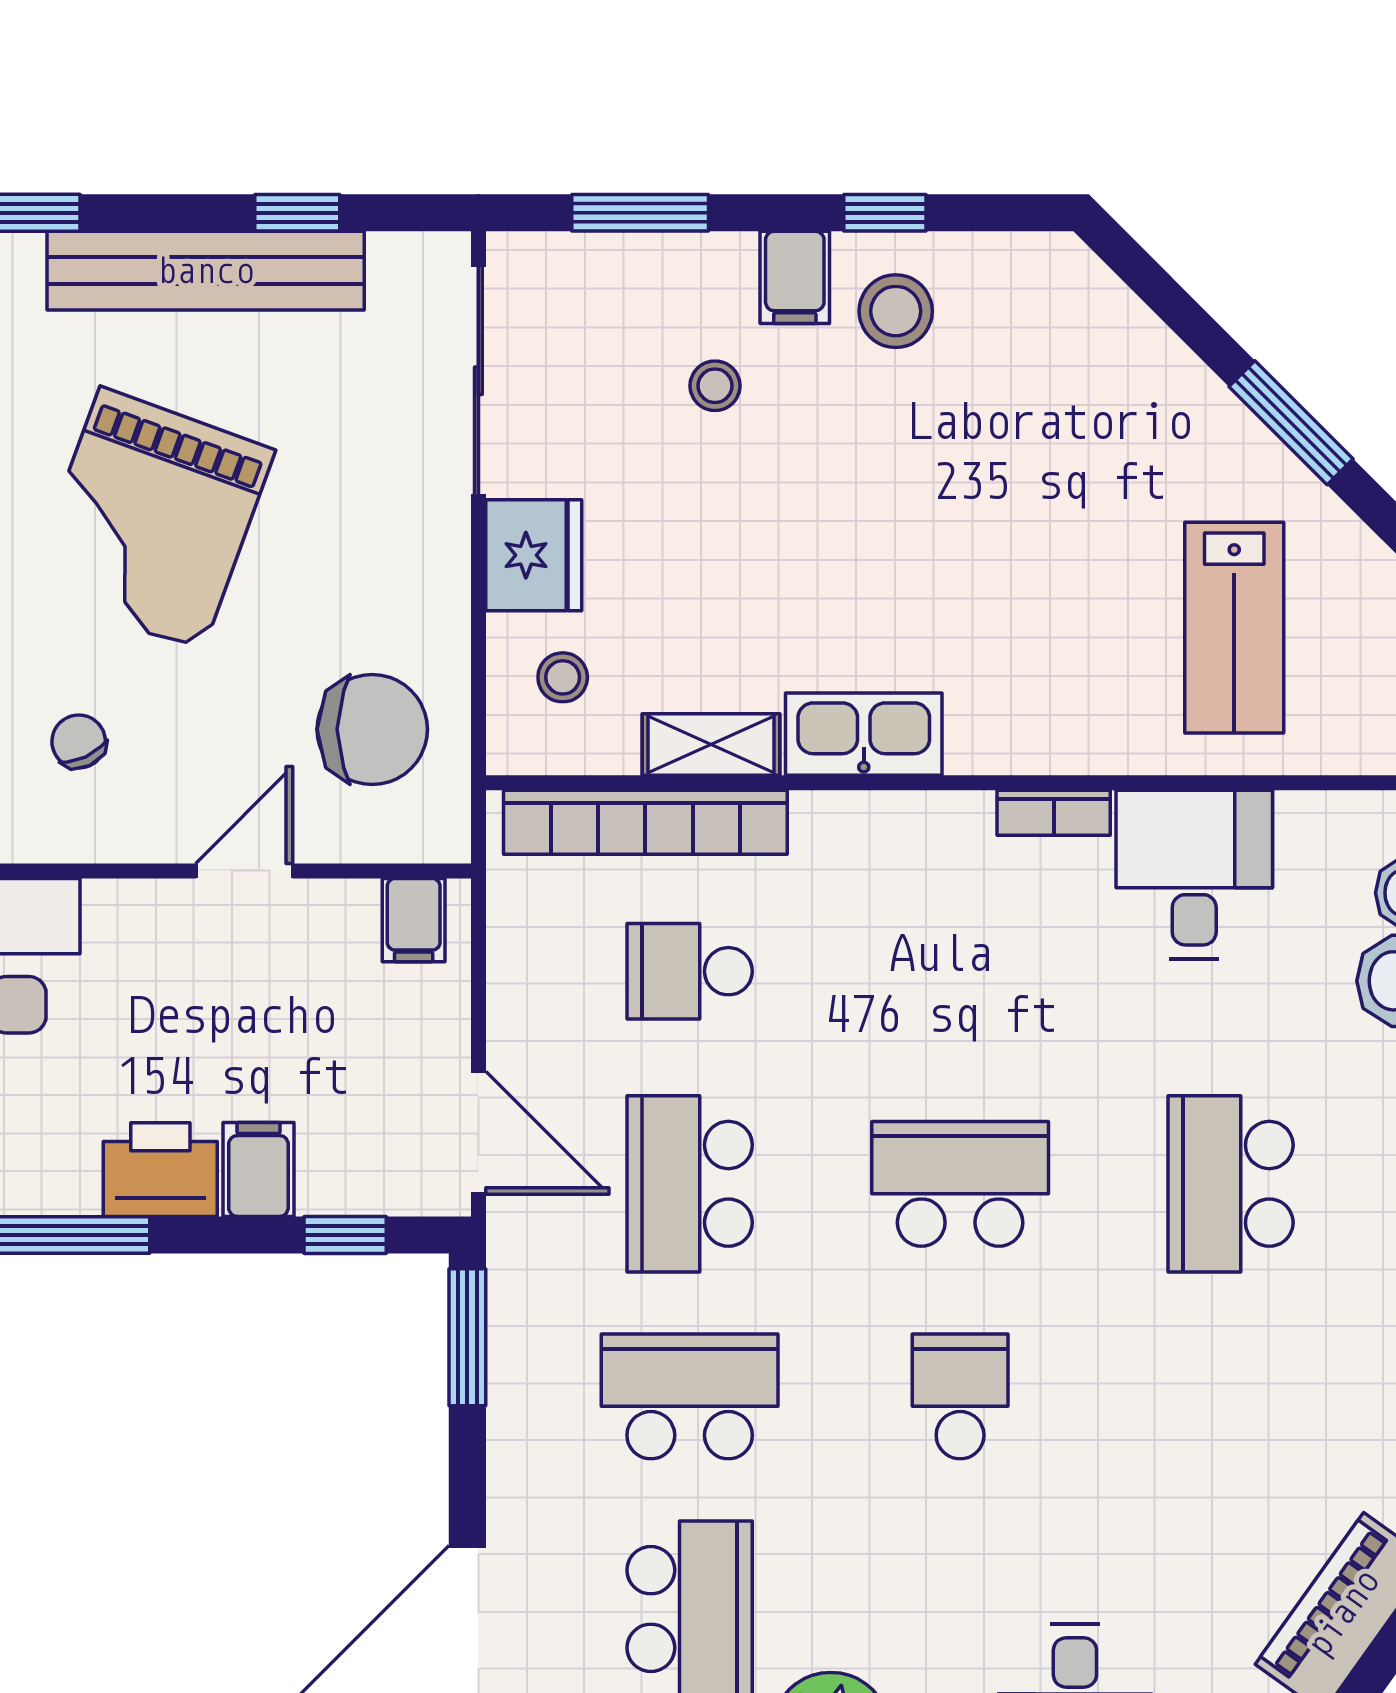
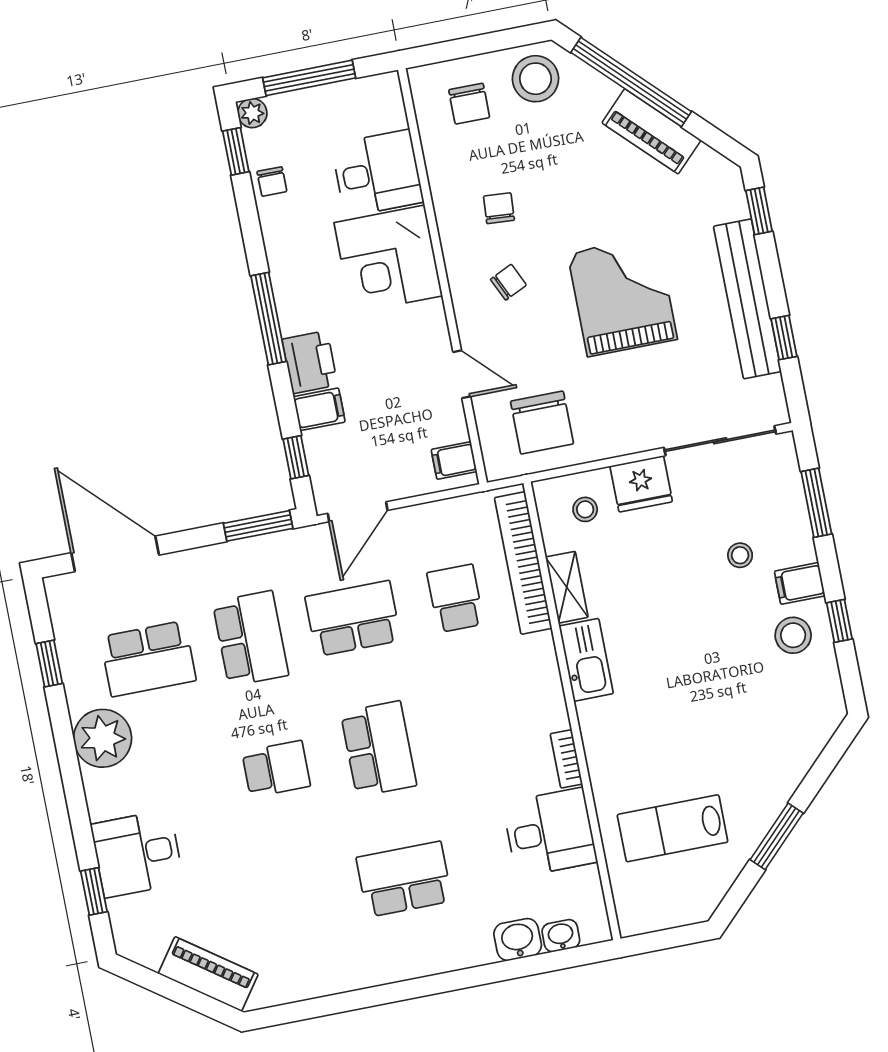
grand piano: (151, 519) -> (622, 296), turned 70

